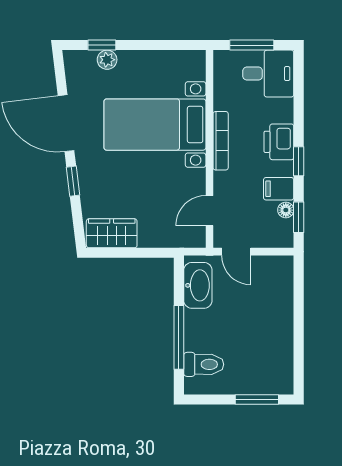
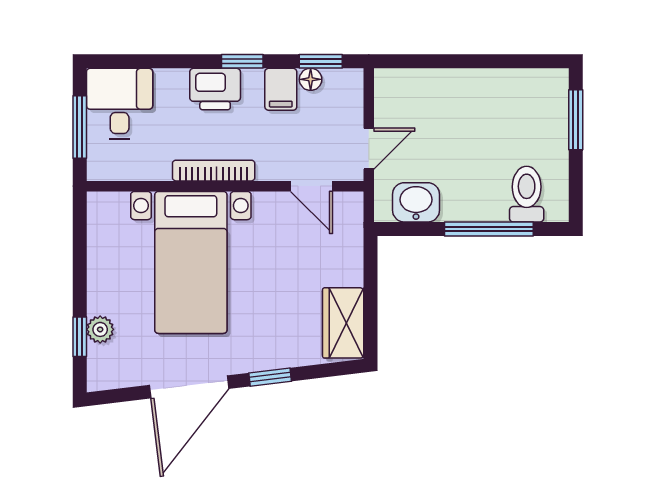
washbasin: (198, 285) -> (416, 202), width x0.72

